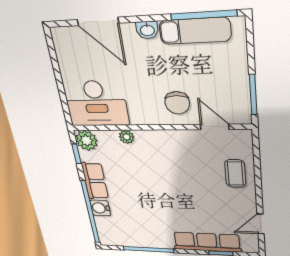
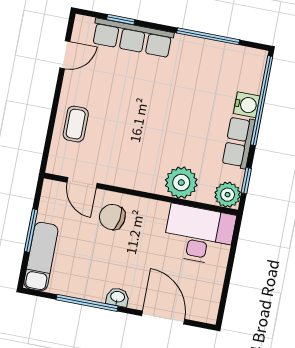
window: (204, 15) -> (87, 303), moved
exam couch: (195, 31) -> (41, 257), moved, turned 90
window: (253, 95) -> (31, 231), moved
chair: (177, 103) -> (112, 217), turned -80
plant: (127, 137) -> (181, 183), width x1.88, depth x1.88

